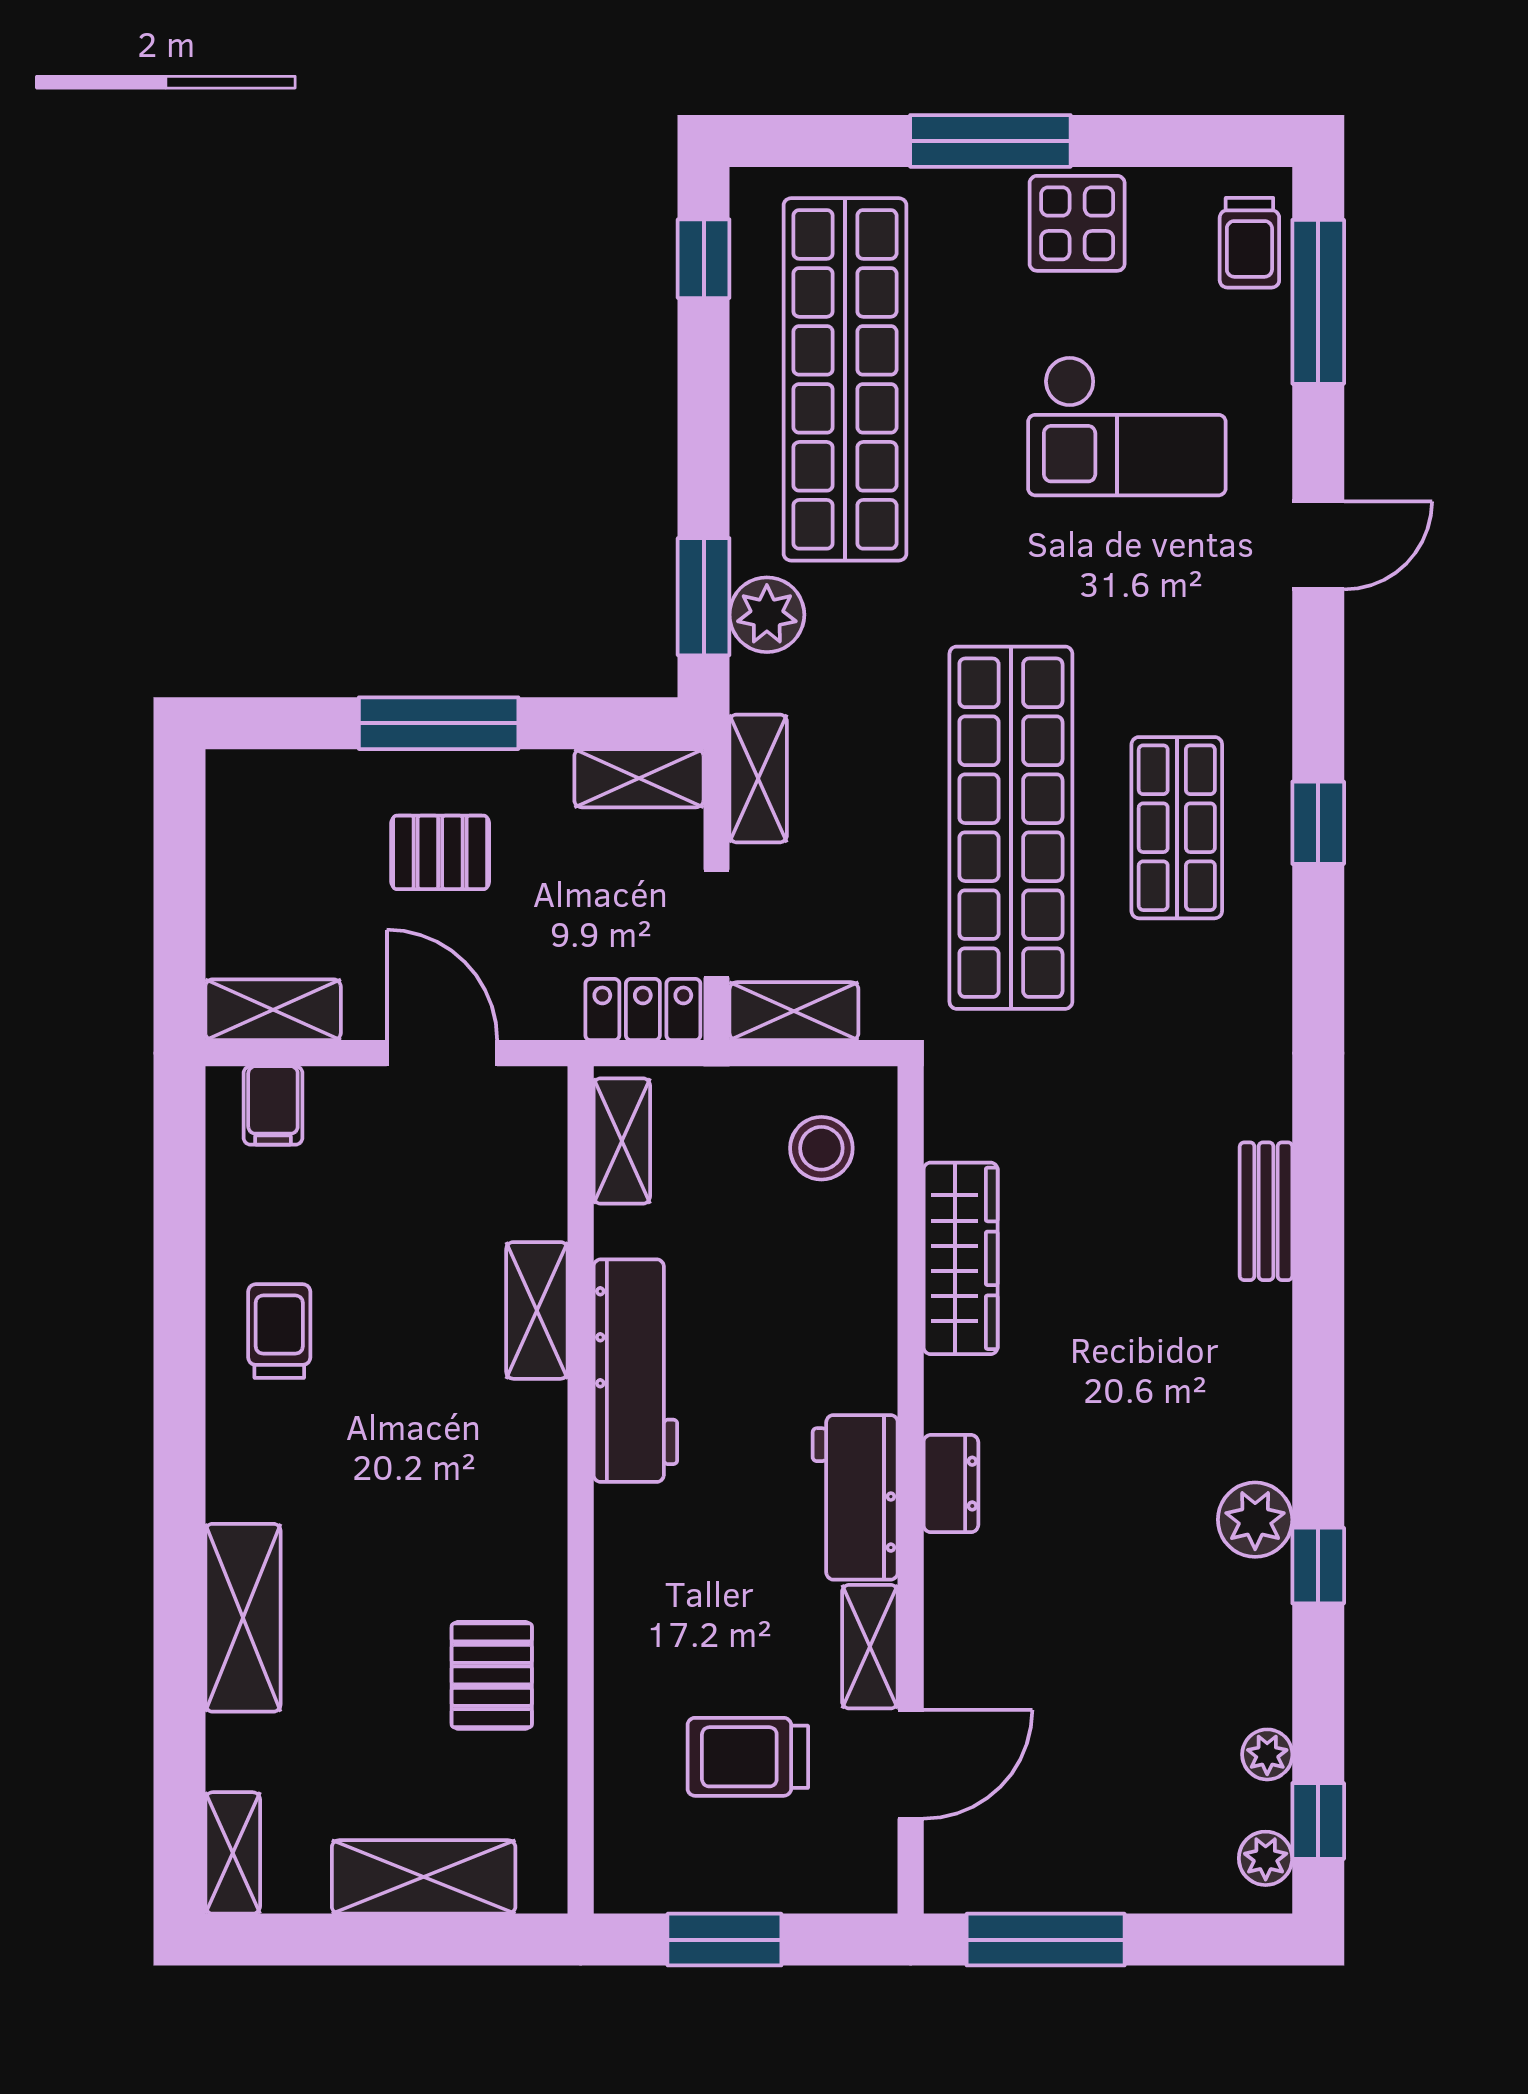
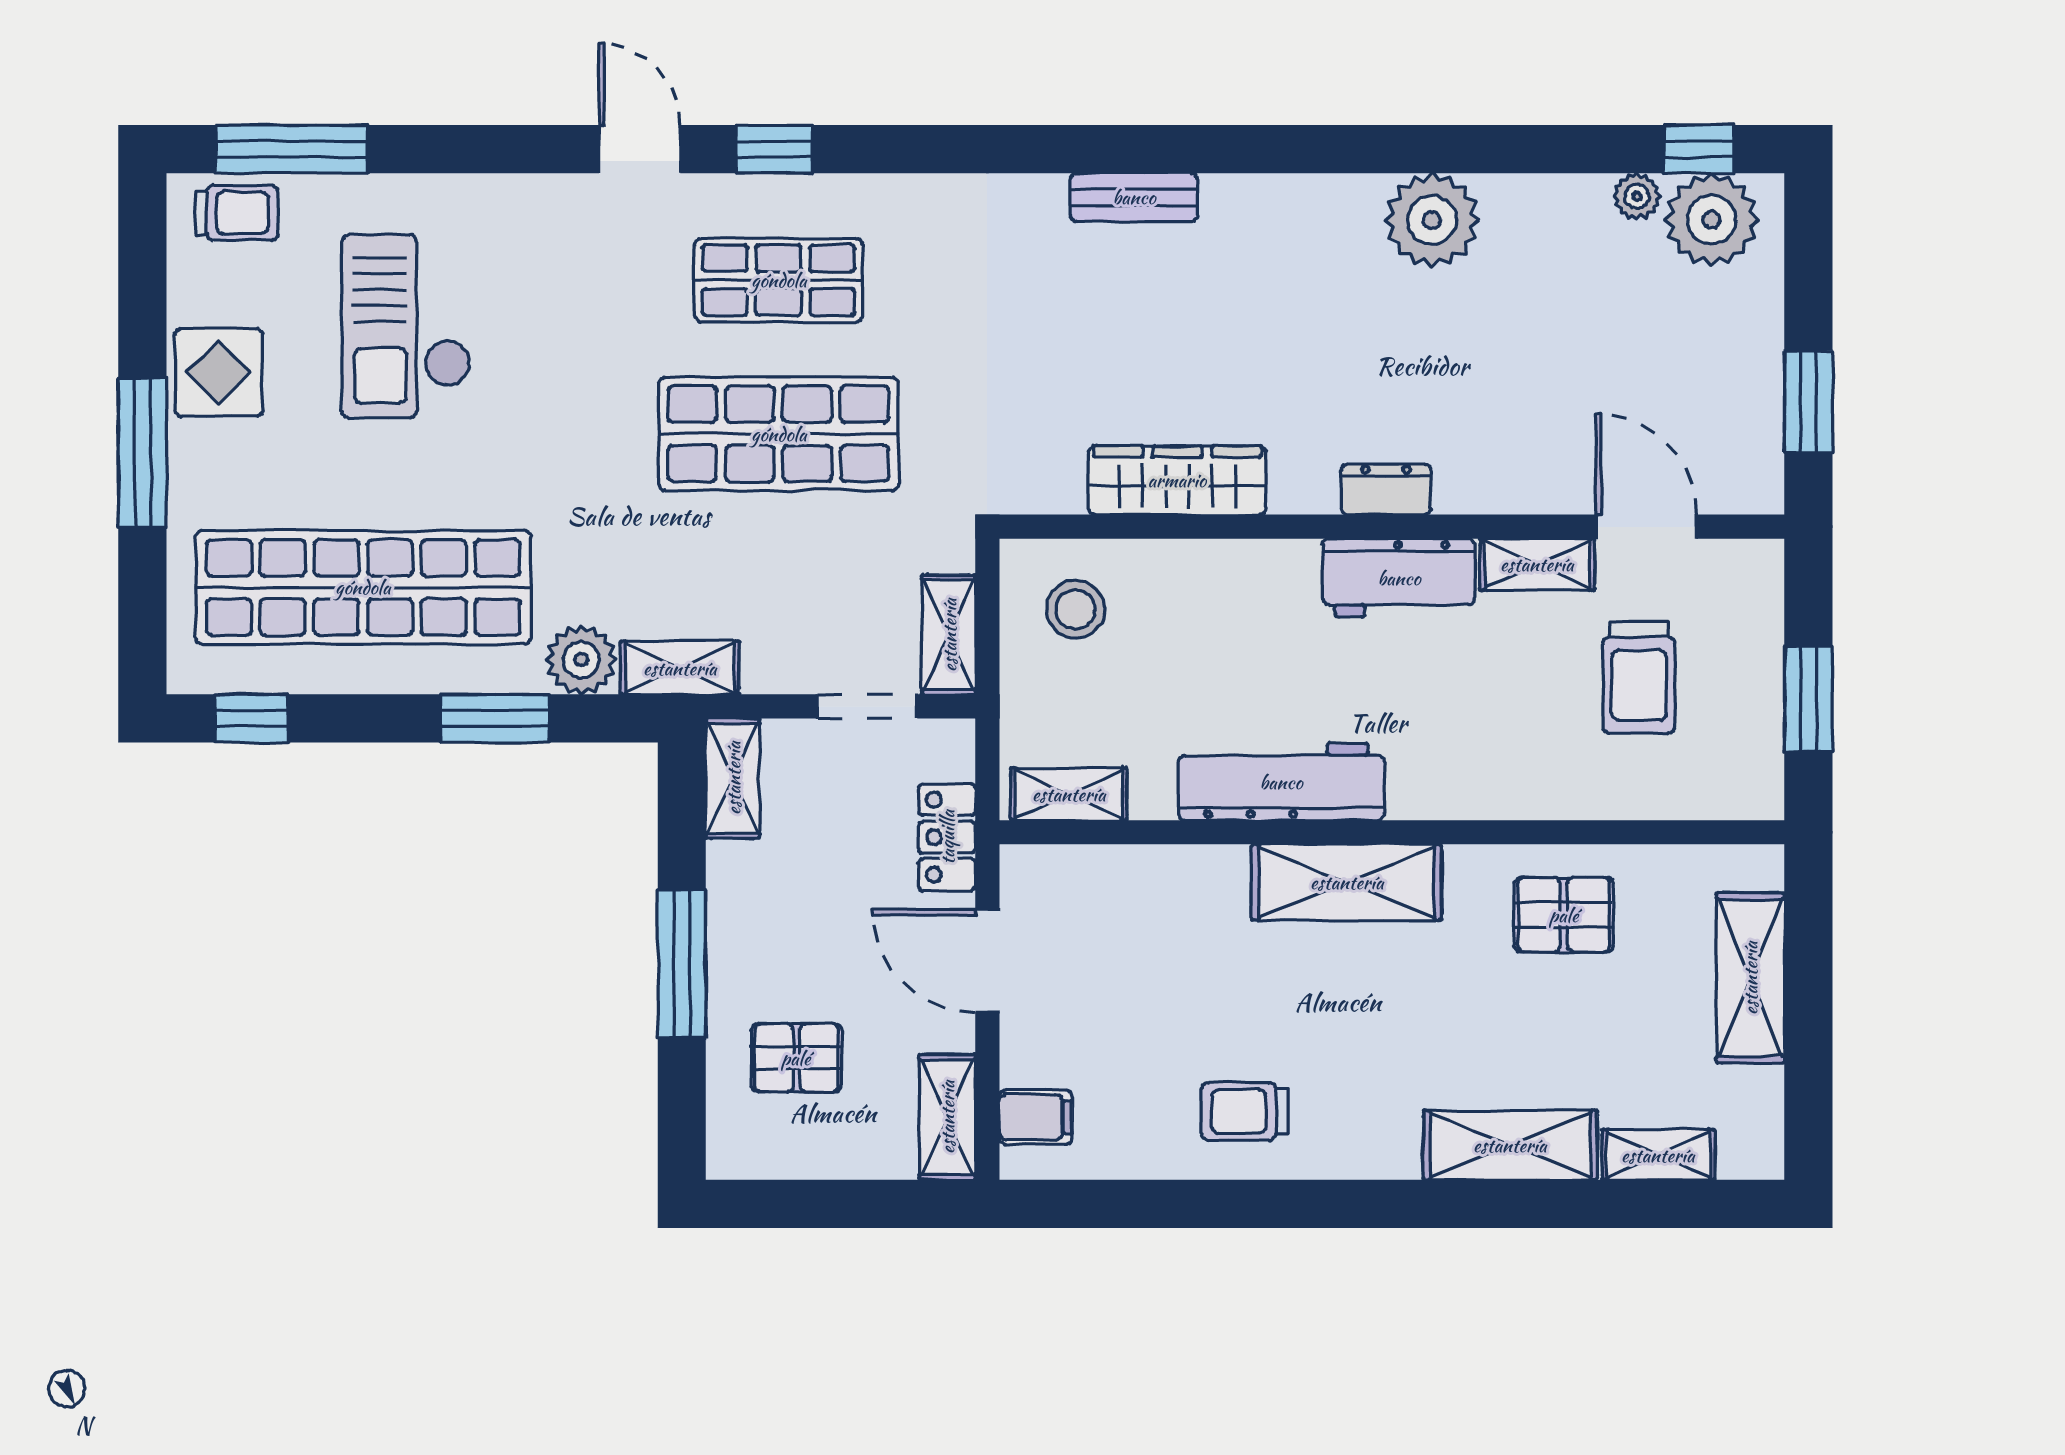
checkout: (1127, 426) -> (406, 326), turned 180
door: (1318, 545) -> (640, 149), moved
window: (704, 597) -> (495, 718), moved
shelving: (758, 778) -> (680, 668), moved
shop shelf: (1011, 828) -> (779, 434), width x0.71
pallet: (440, 852) -> (796, 1058), moved, turned 90
locker: (643, 1010) -> (947, 837), moved
door: (442, 1053) -> (987, 961), hinge flipped
shelving: (537, 1310) -> (1347, 882), moved, width x1.50, depth x1.33
plant: (1255, 1520) -> (1432, 220), width x1.36, depth x1.36
window: (1318, 1566) -> (1462, 149), removed
shelving: (233, 1853) -> (1658, 1155), moved
plant: (1266, 1858) -> (1711, 220), width x1.88, depth x1.88
window: (1046, 1940) -> (1808, 402), width x0.69

